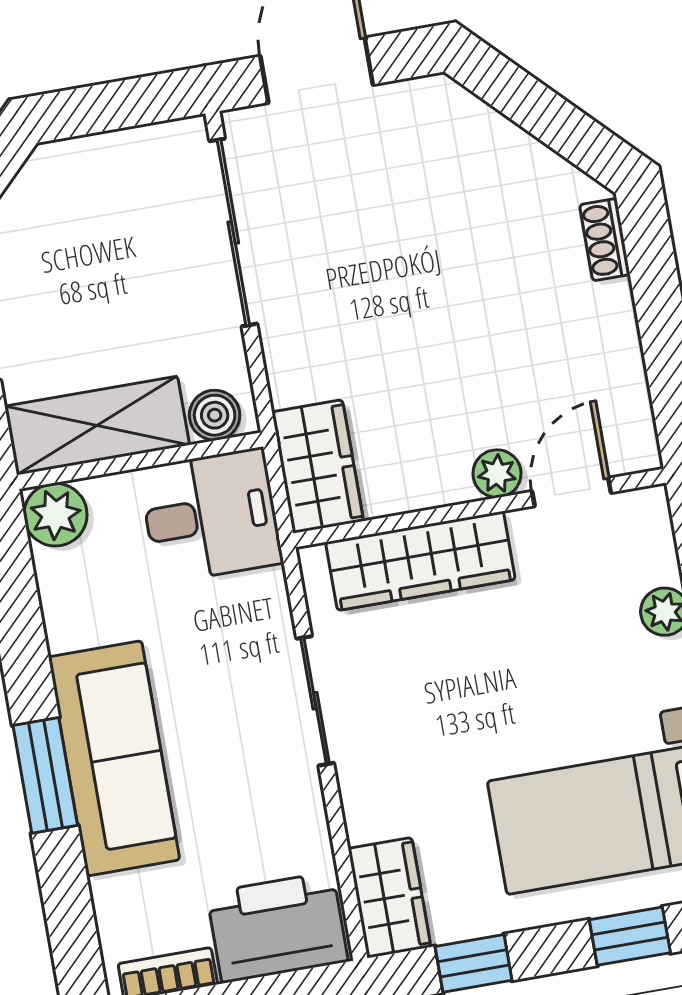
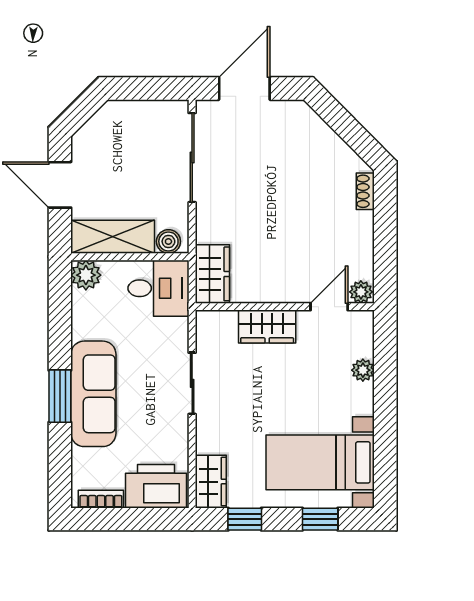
plant: (497, 474) -> (361, 292), moved
wardrobe: (420, 561) -> (267, 326), width x0.67

